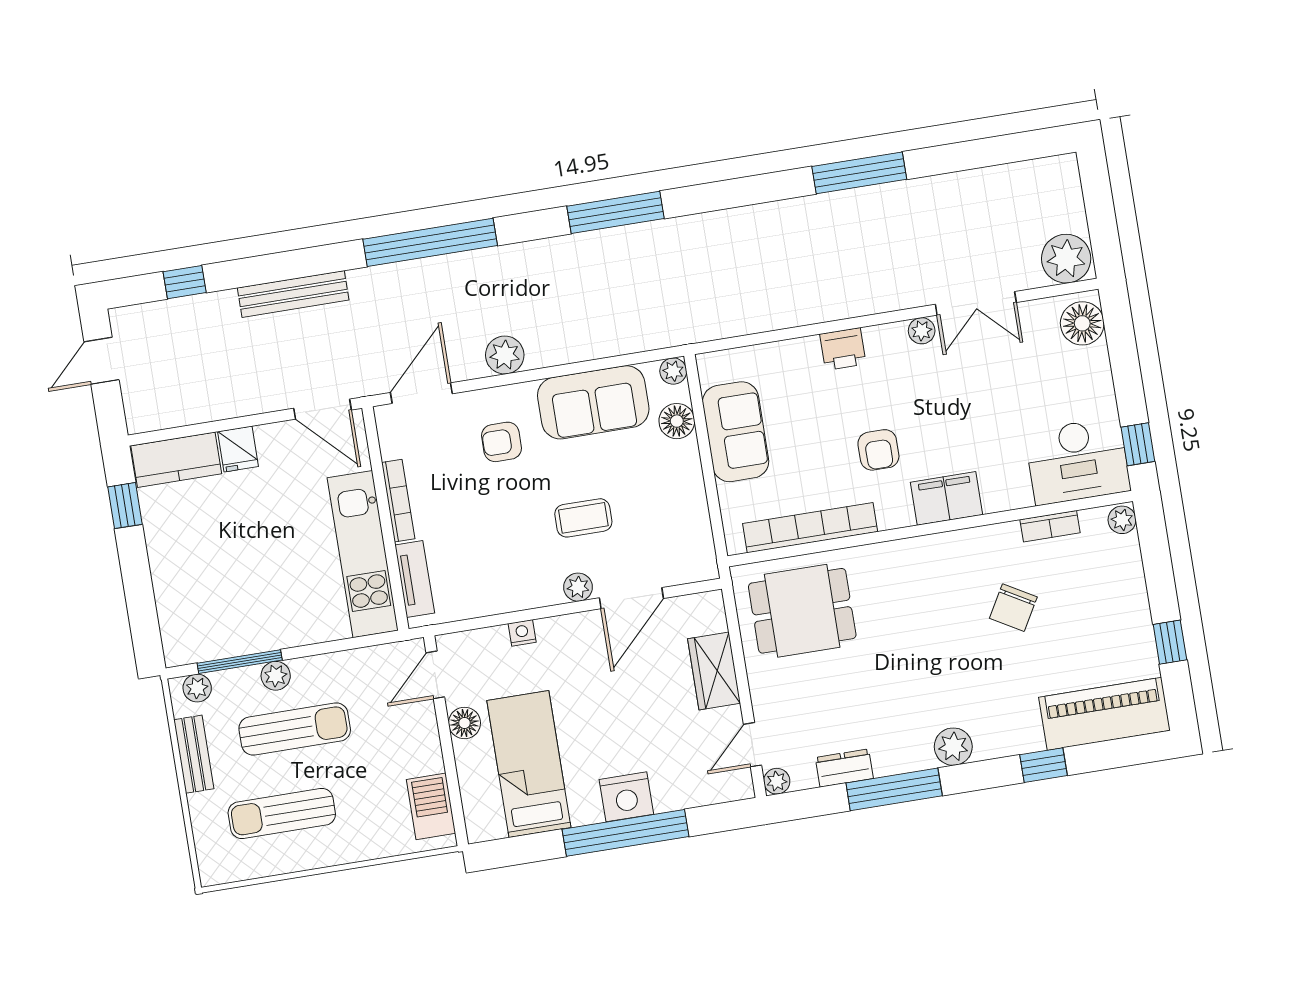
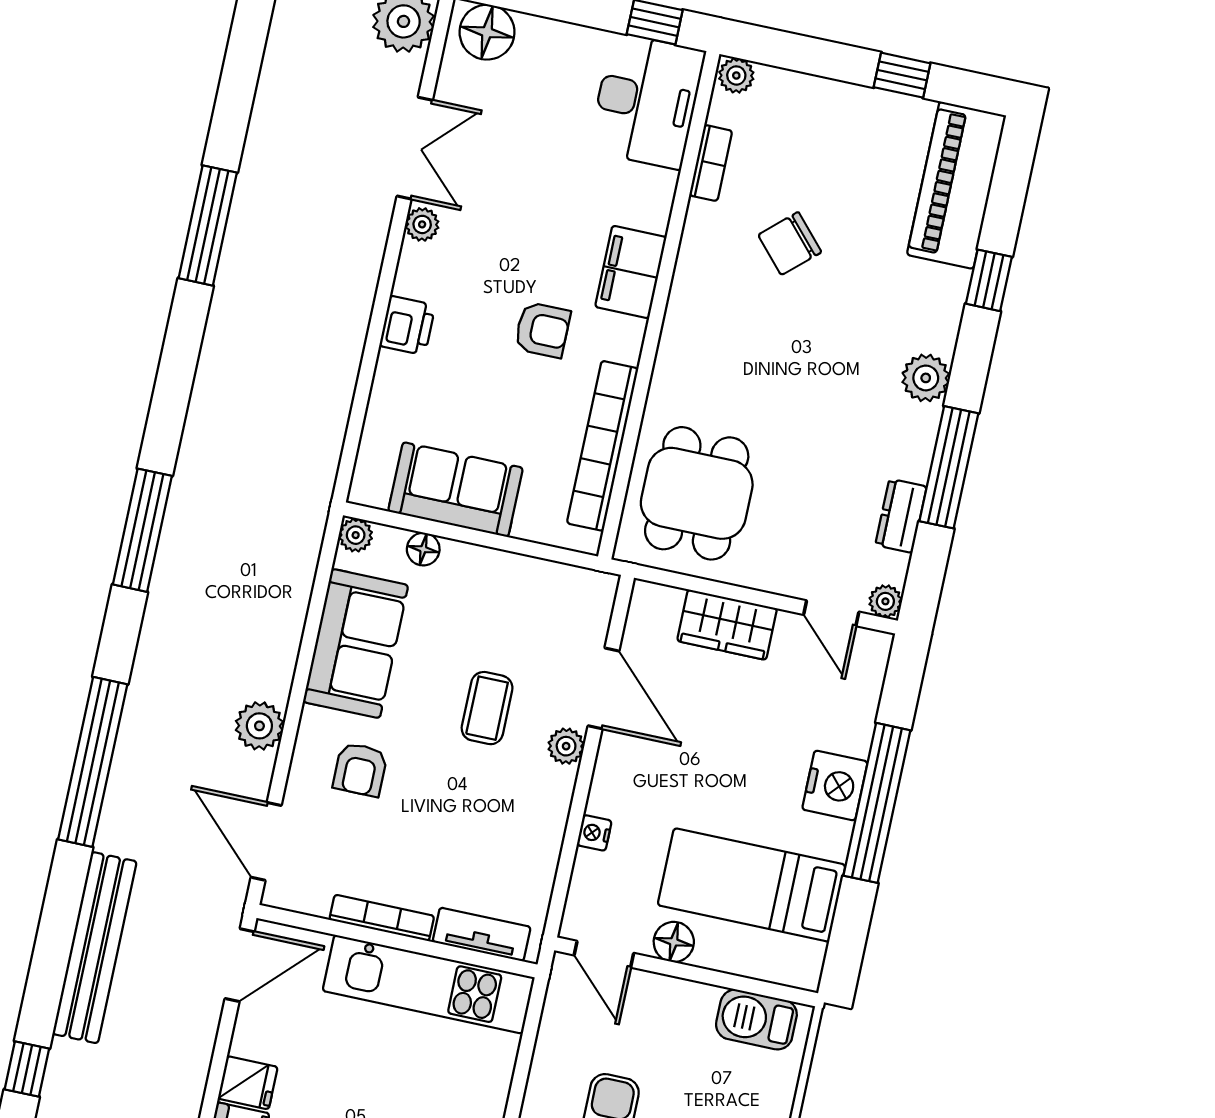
bench: (293, 294) -> (95, 948), width x1.37, depth x1.21
floor lamp: (677, 421) -> (423, 549), width x0.73, depth x0.73
chair: (1013, 608) -> (790, 243), turned 108

